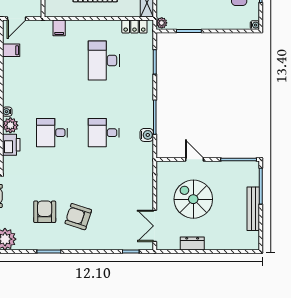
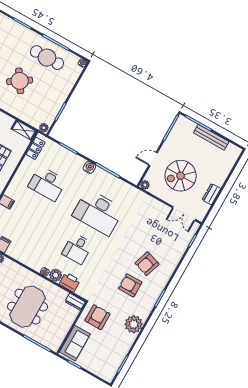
desk: (104, 133) -> (98, 212), width x1.87, depth x1.30
water cooler: (147, 135) -> (89, 167), moved
plant: (162, 166) -> (145, 185), added

